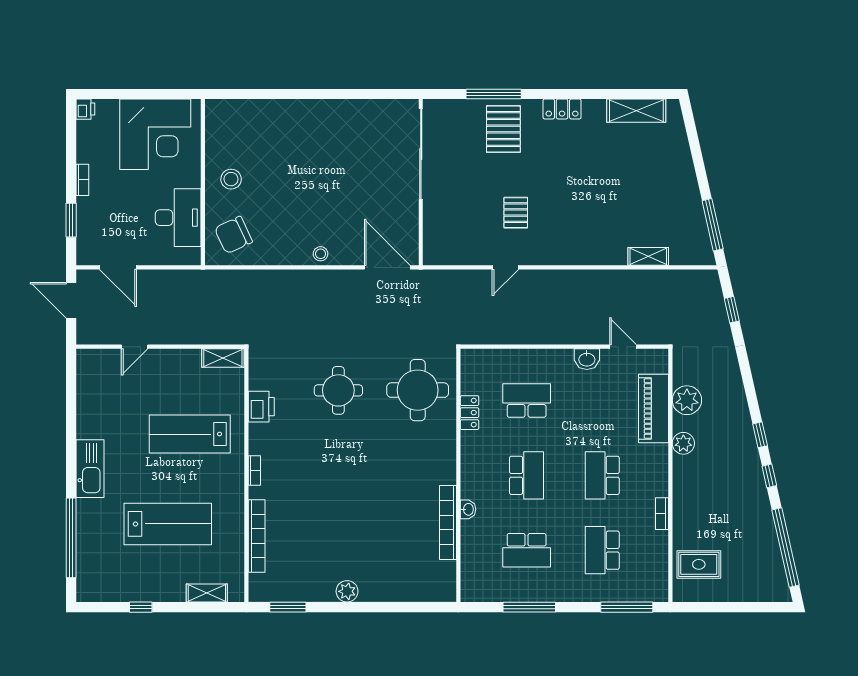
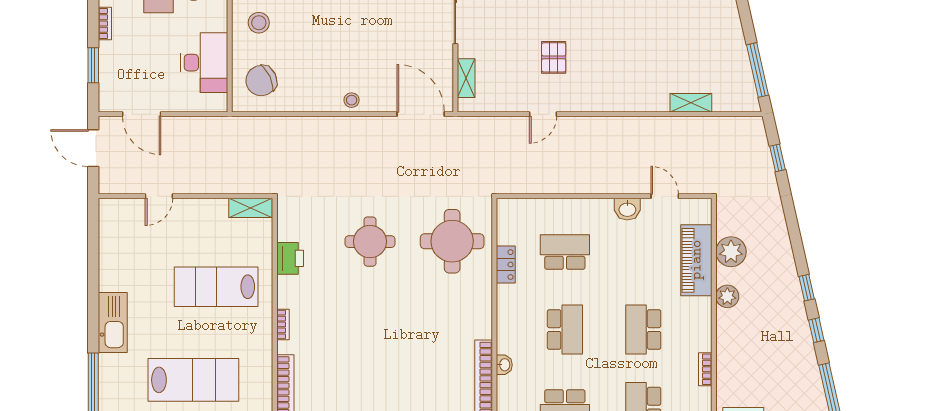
shelving: (431, 233) -> (466, 78), added

